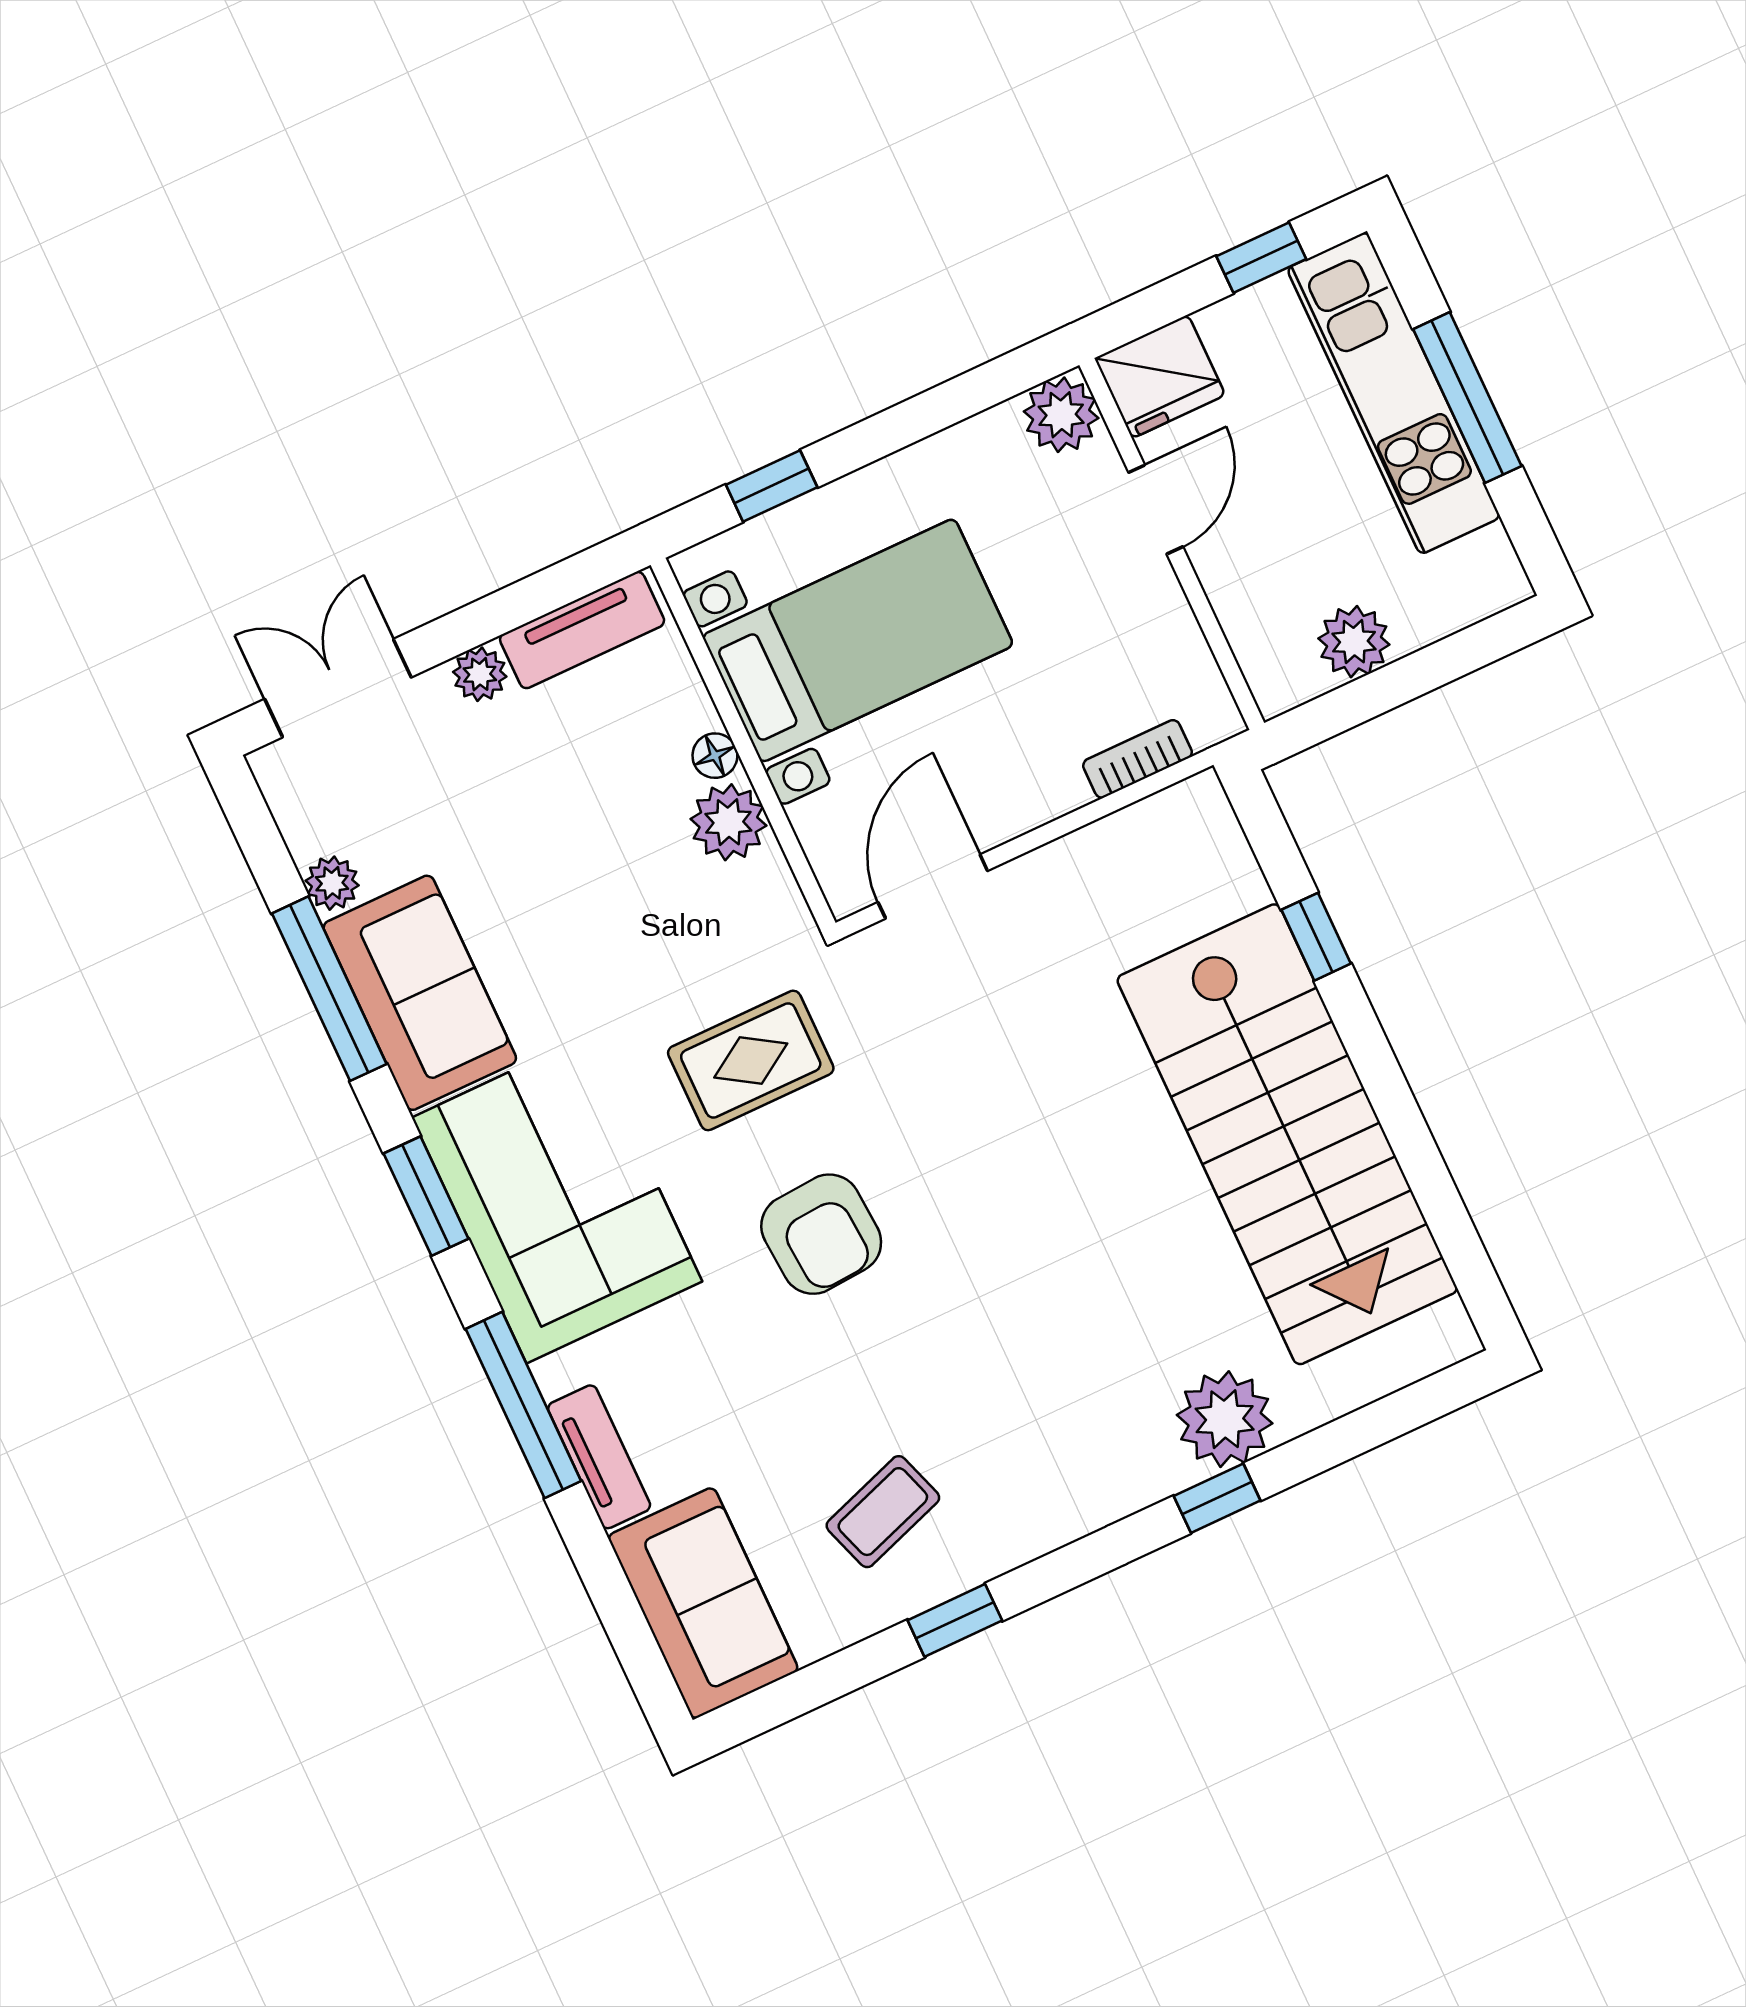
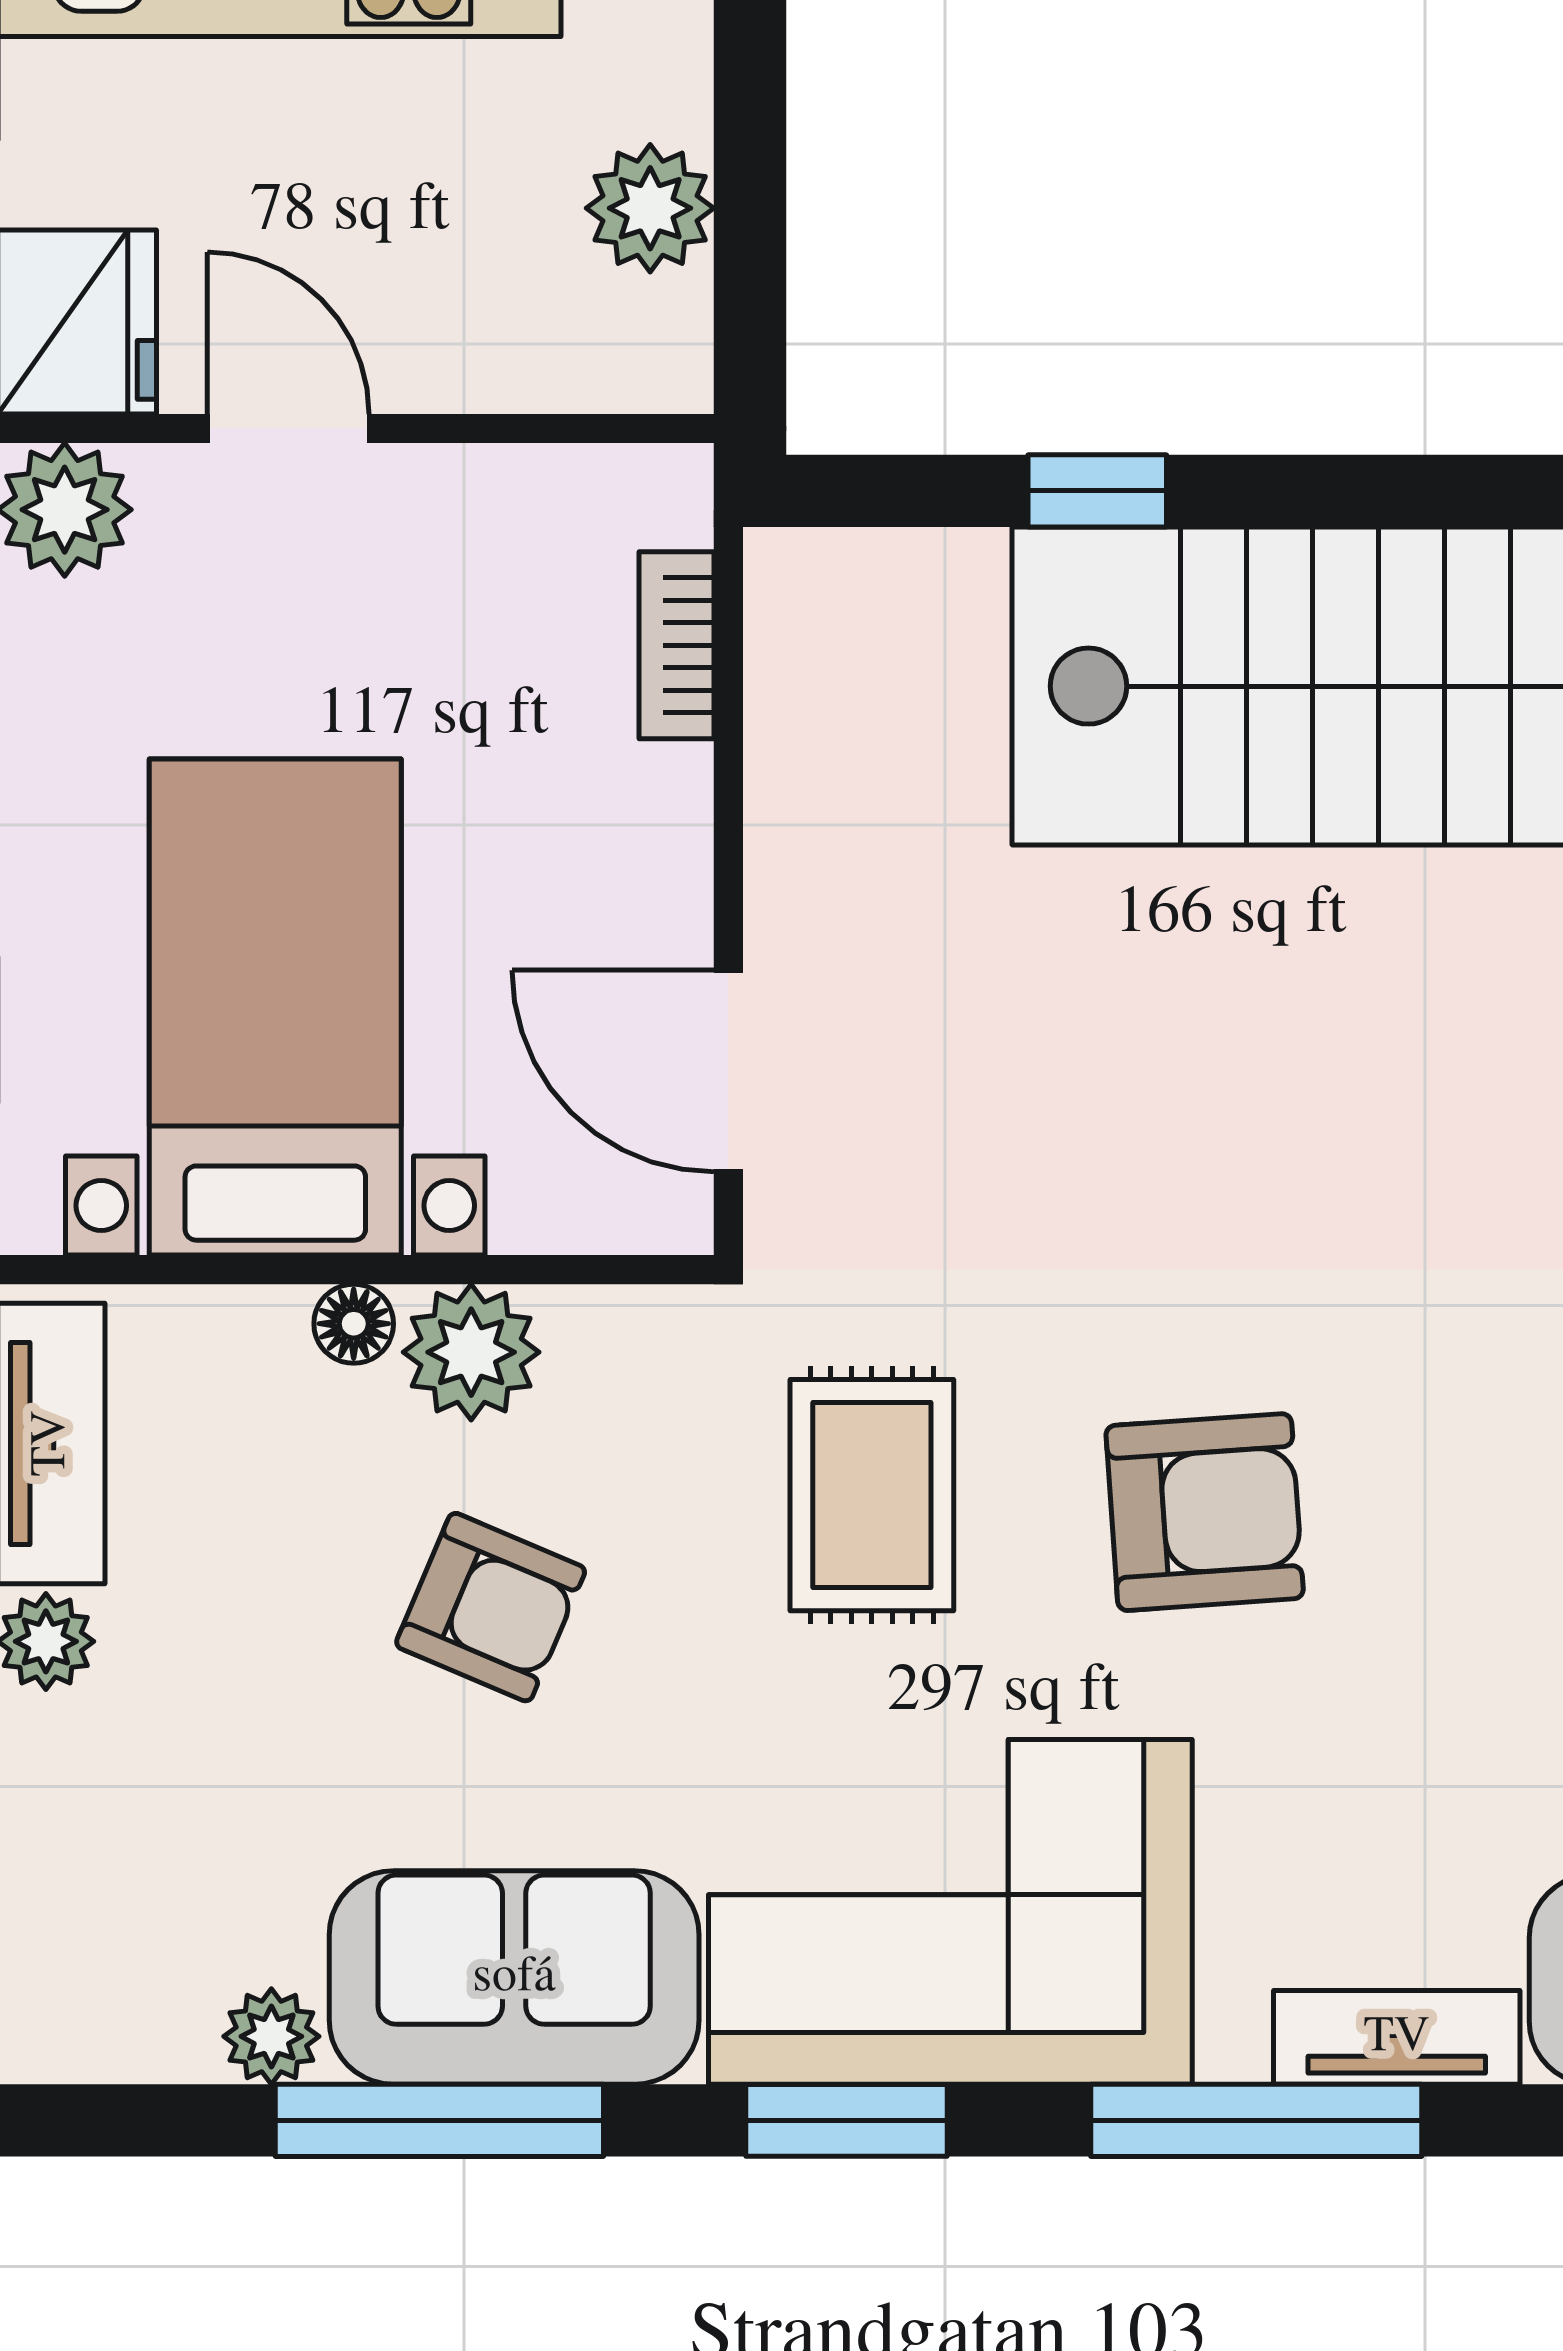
armchair: (603, 893) -> (491, 1607), added

